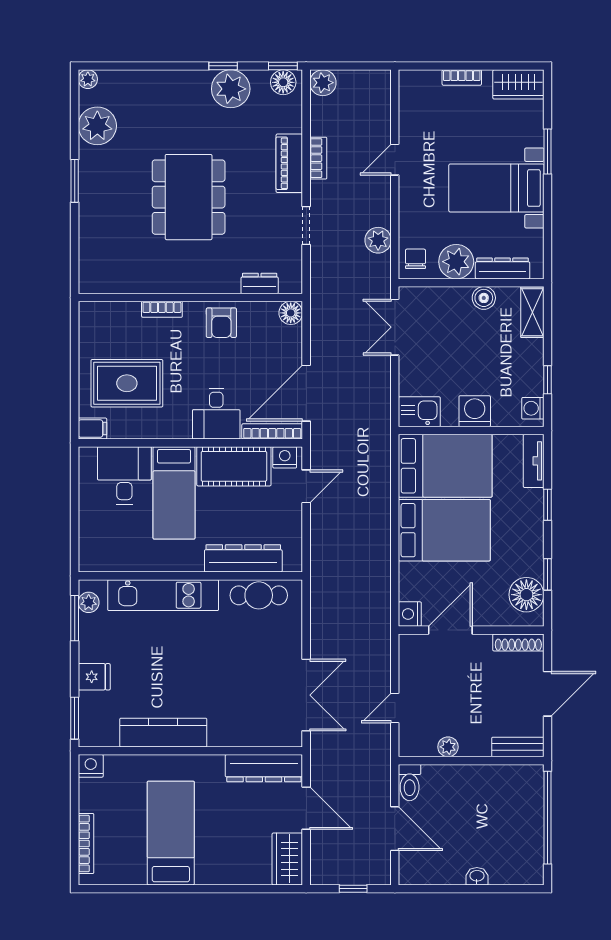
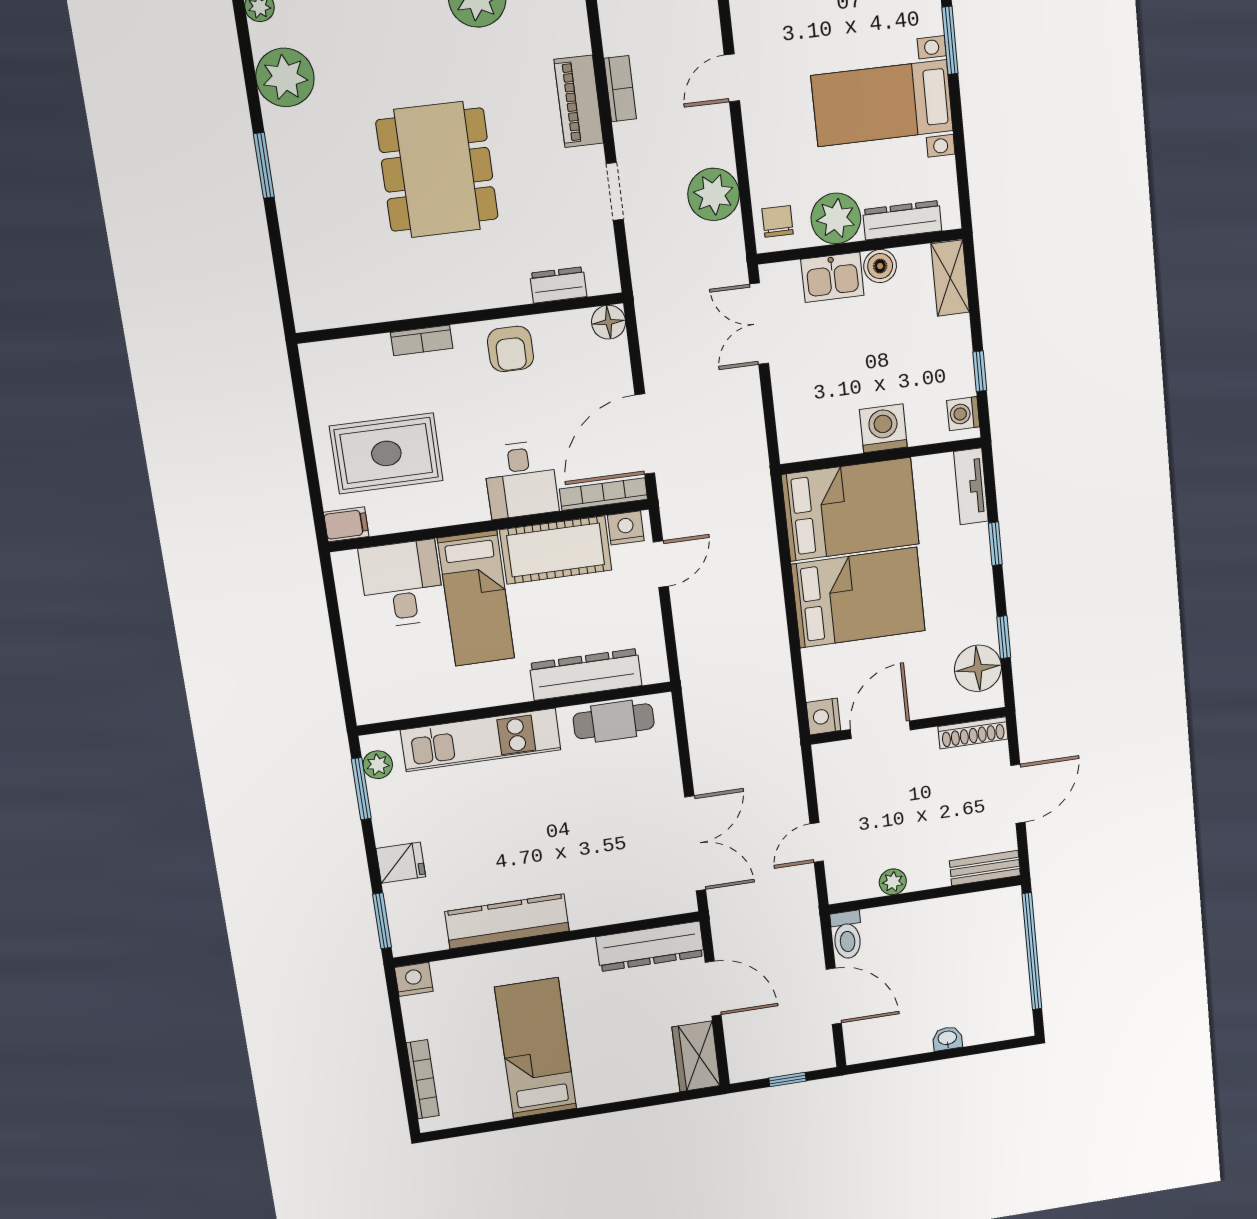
plant: (378, 240) -> (714, 194), width x1.36, depth x1.36
kitchen sink: (419, 412) -> (832, 277), moved, turned 180

